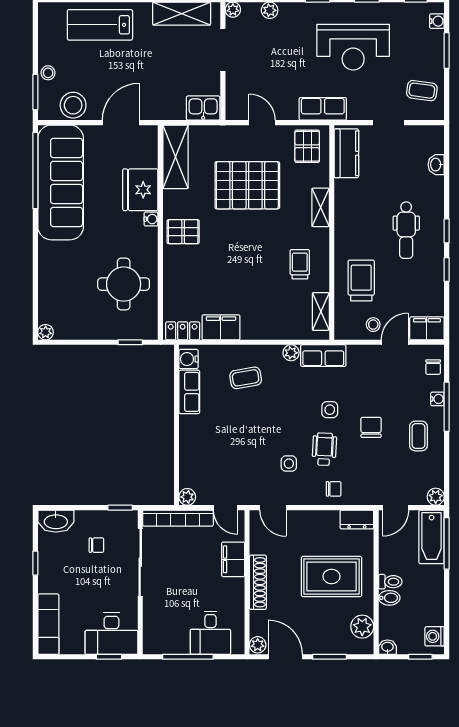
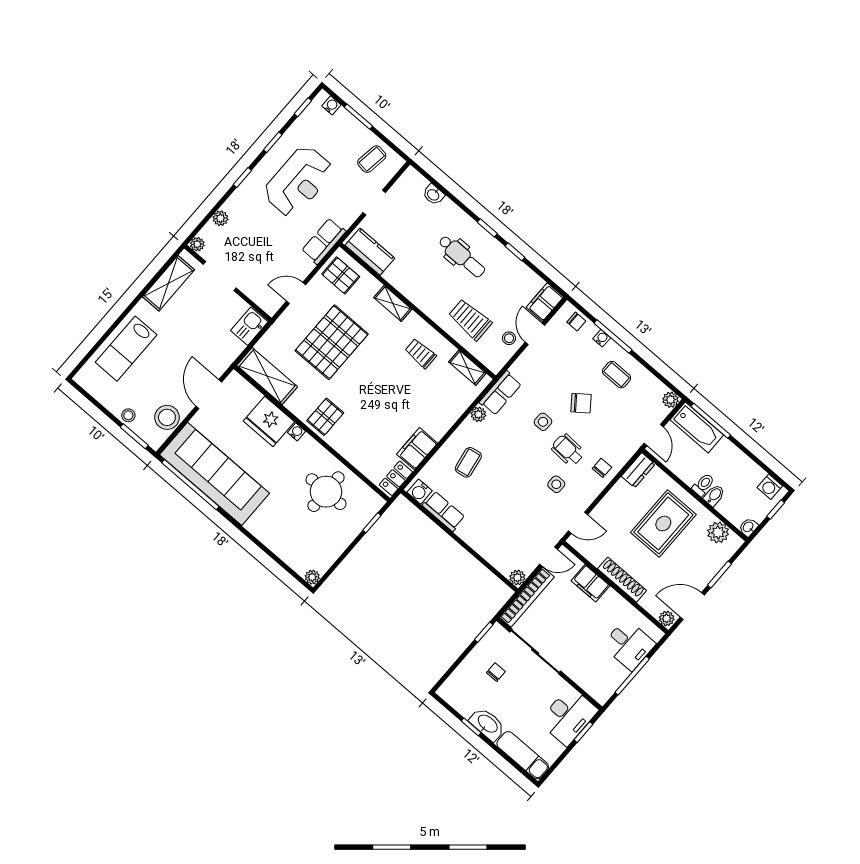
chair: (371, 427) -> (581, 403), turned 143
washbasin: (56, 521) -> (487, 724), moved, turned -90

